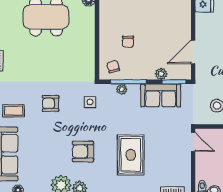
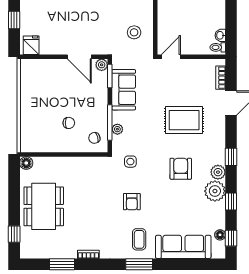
plant: (161, 74) -> (102, 65), moved
armchair: (83, 152) -> (181, 169), turned 180

